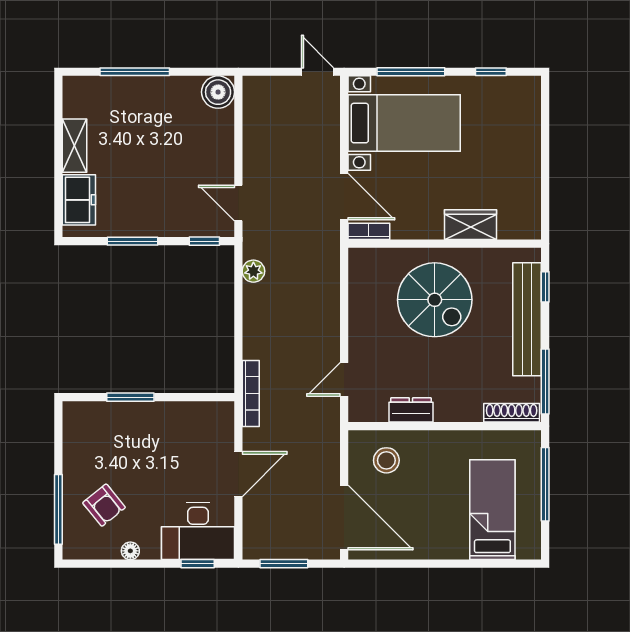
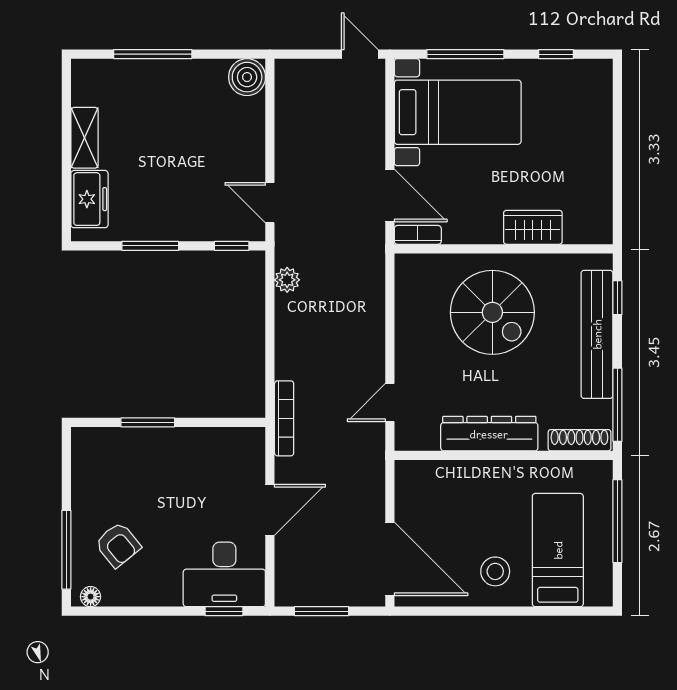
dresser: (411, 410) -> (489, 434), width x1.96, depth x1.24
stool: (386, 460) -> (495, 571), moved
floor lamp: (130, 551) -> (91, 597), moved

